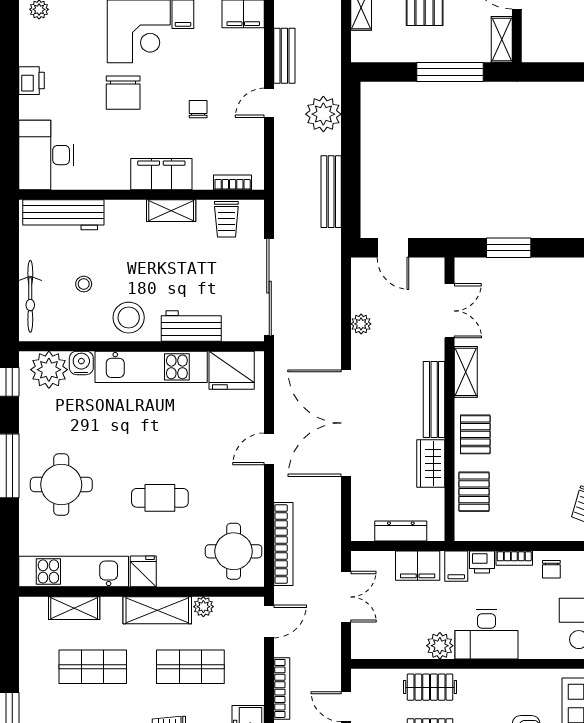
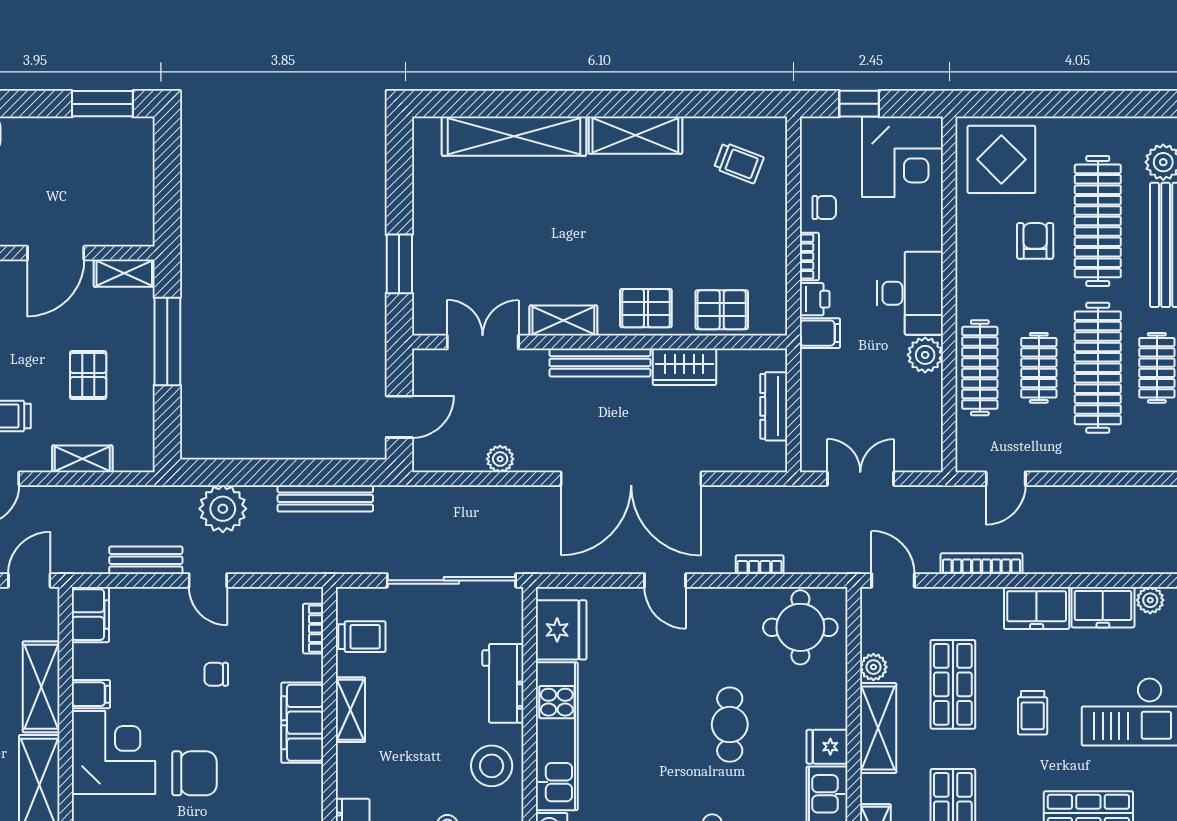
bookcase: (283, 544) -> (760, 565), width x0.43, depth x0.76
filing cabinet: (418, 566) -> (819, 384), removed
clothes rail: (430, 687) -> (980, 368), width x1.36

